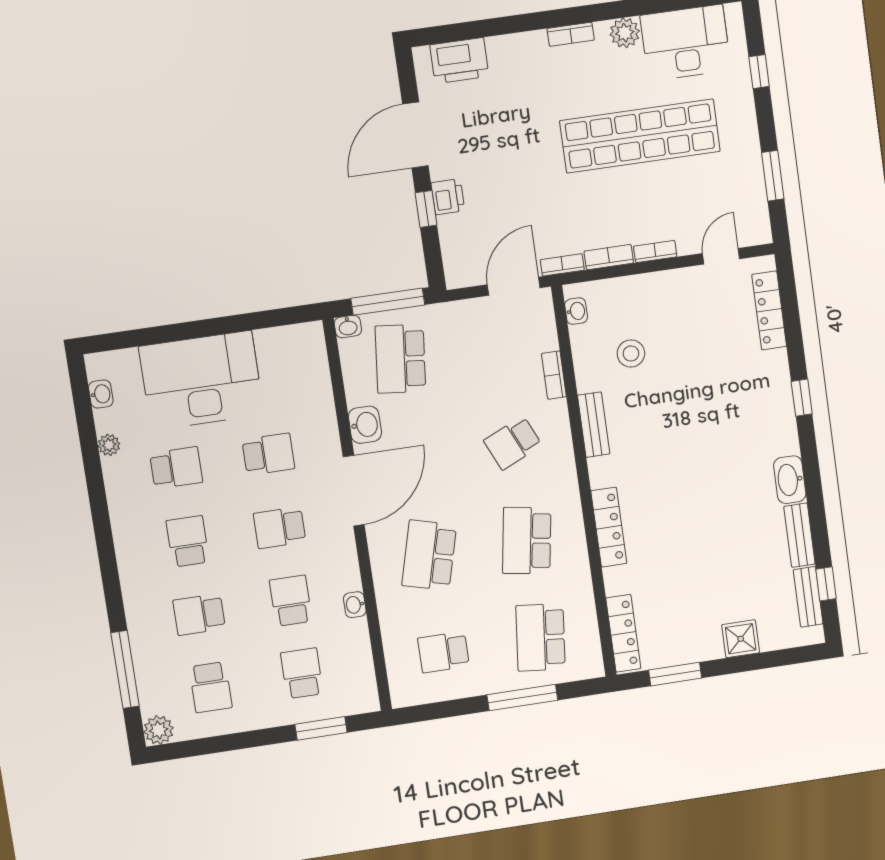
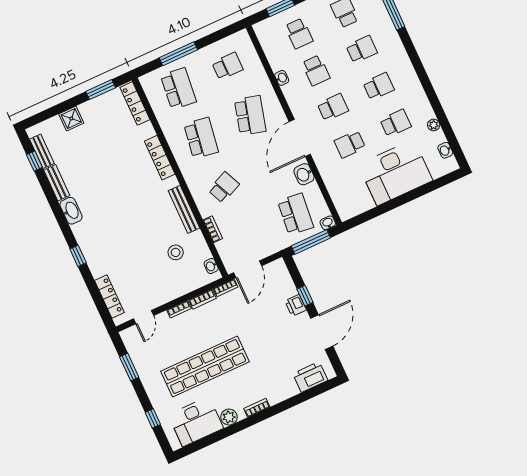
bench: (594, 425) -> (184, 209), width x1.36
school desk: (176, 468) -> (396, 123), turned 180
school desk: (188, 541) -> (379, 86), turned -90

